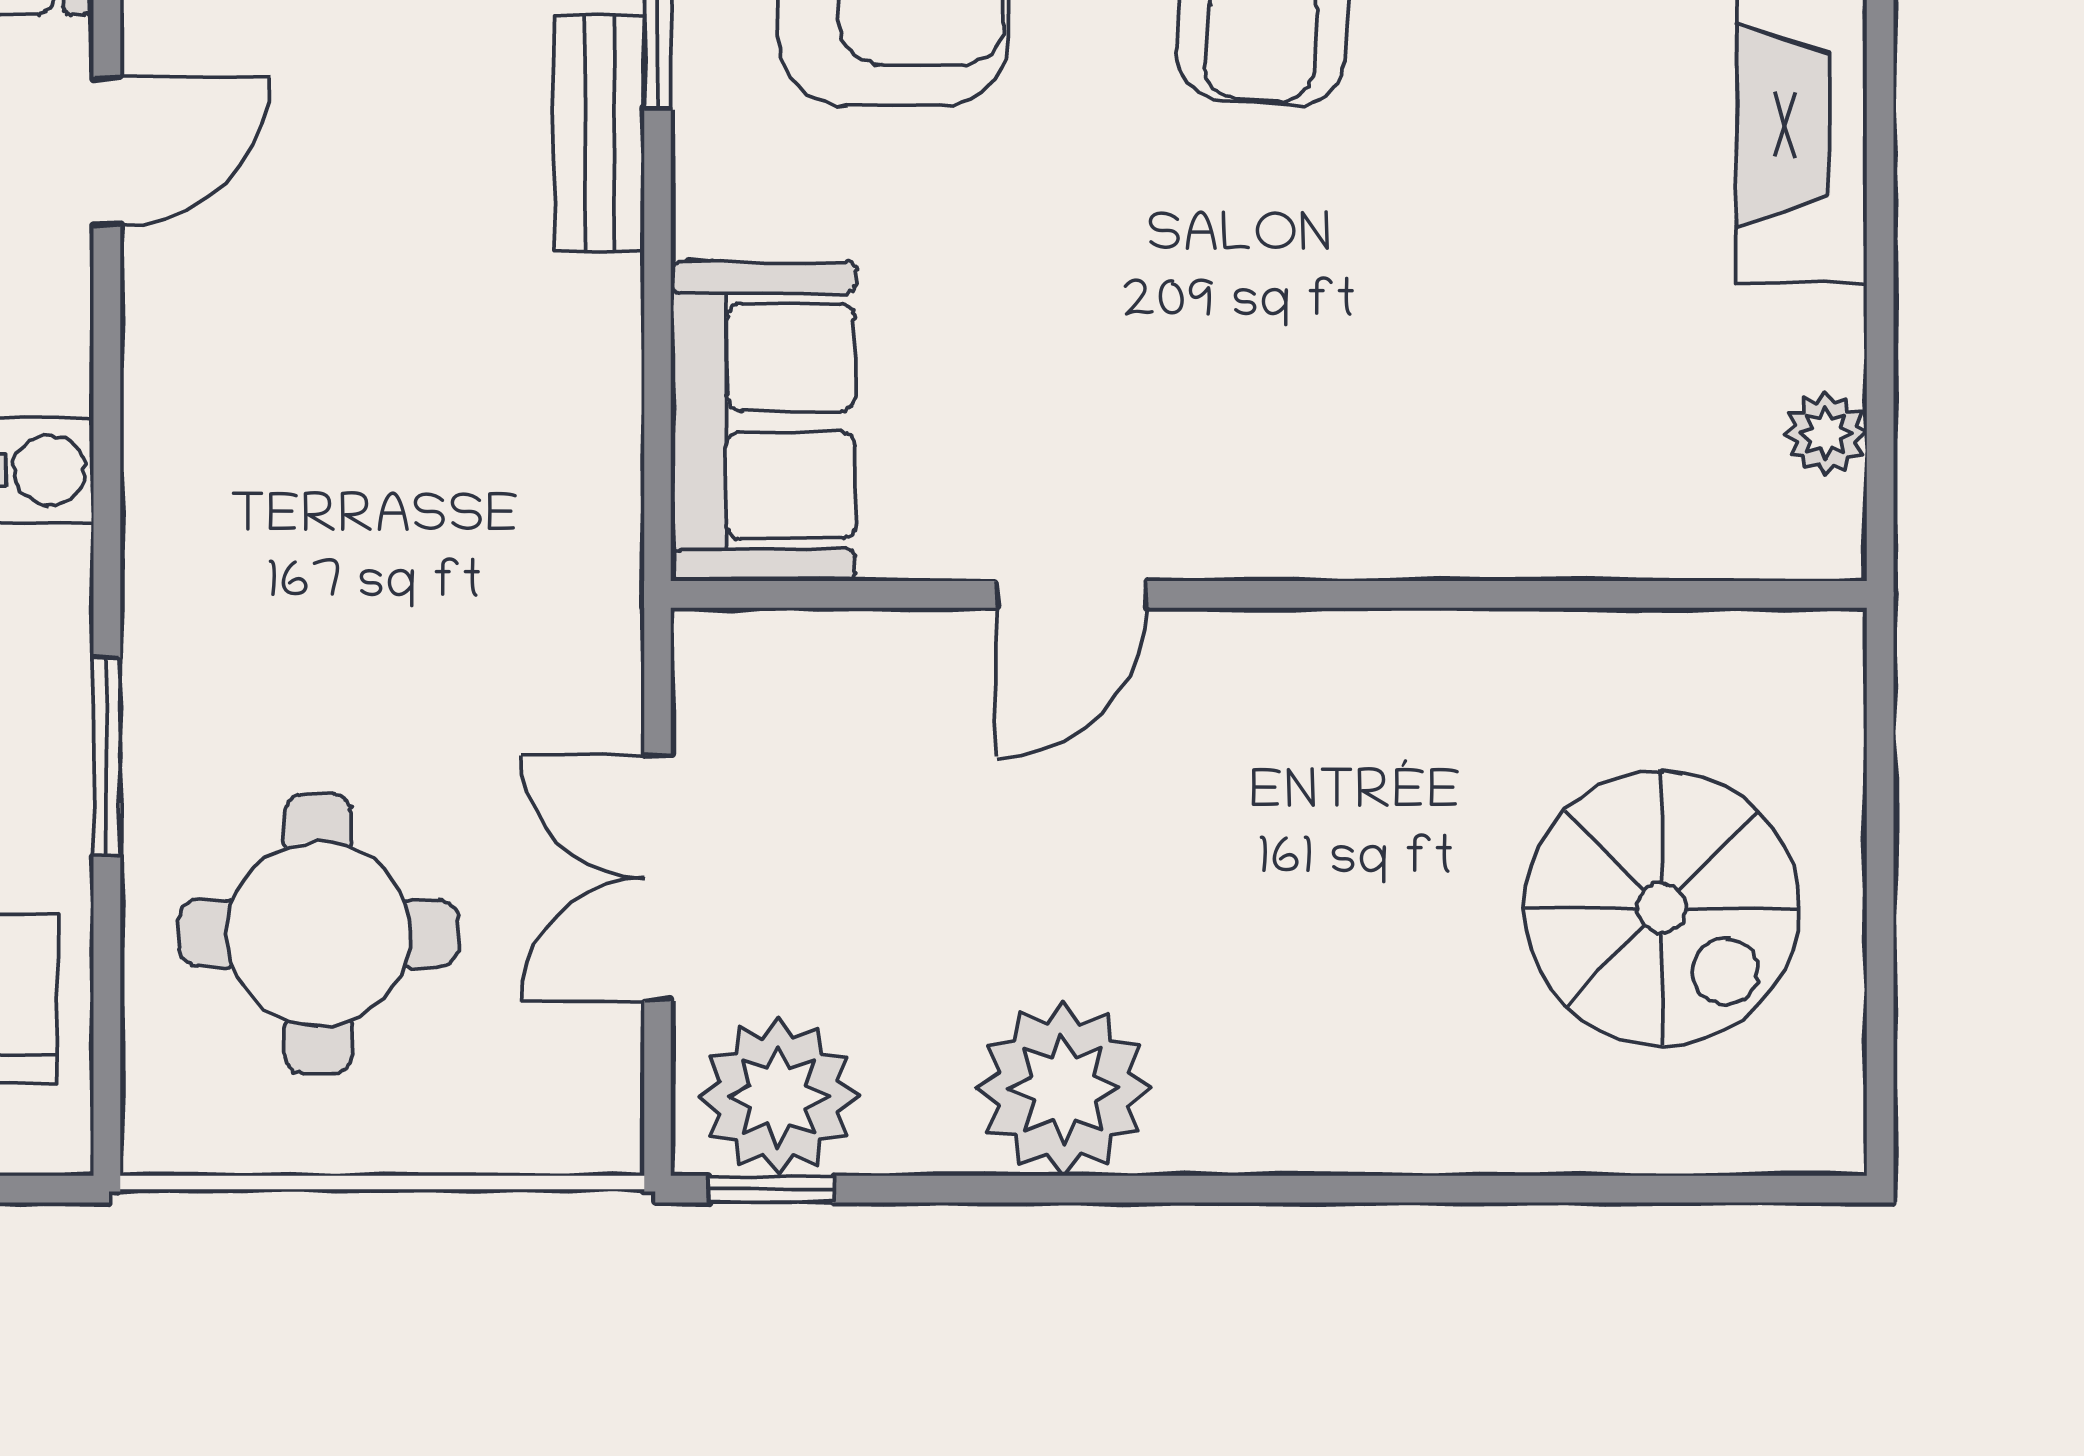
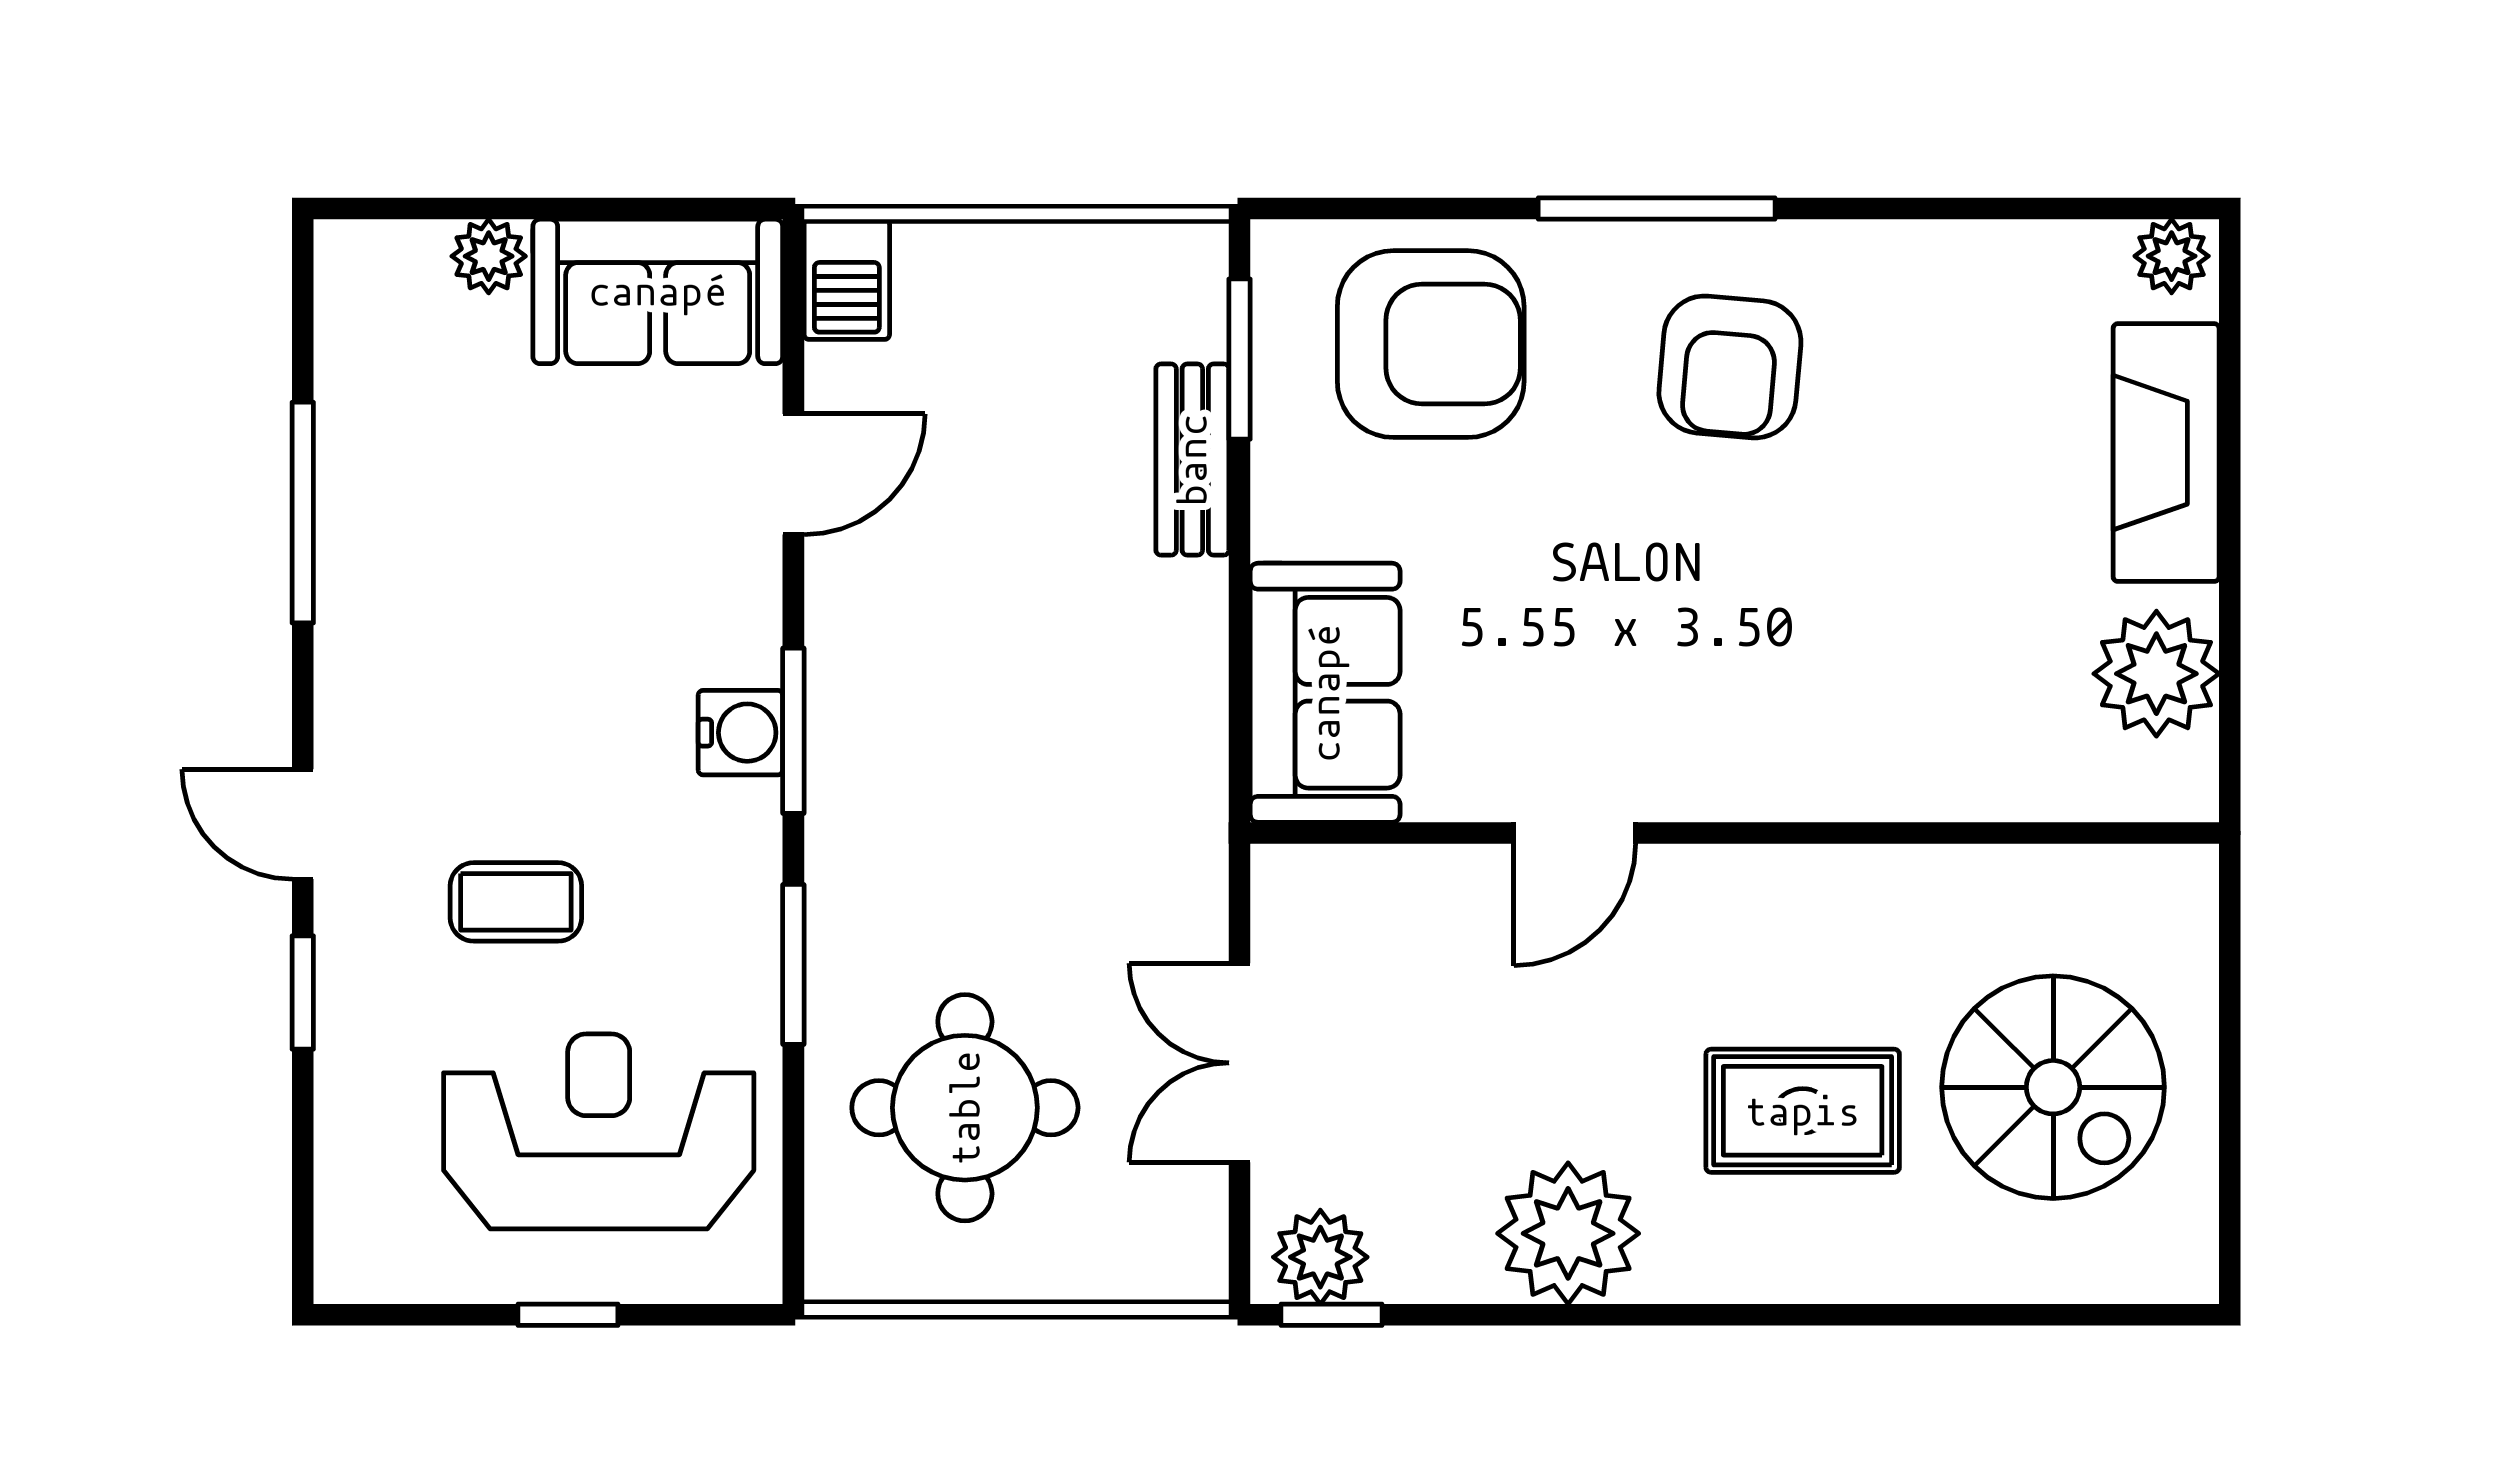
plant: (1826, 434) -> (2156, 674), width x1.88, depth x1.88
window: (107, 468) -> (793, 731), added
rug: (1353, 937) -> (1803, 1111), added
plant: (778, 1097) -> (1320, 1257), width x0.73, depth x0.73

